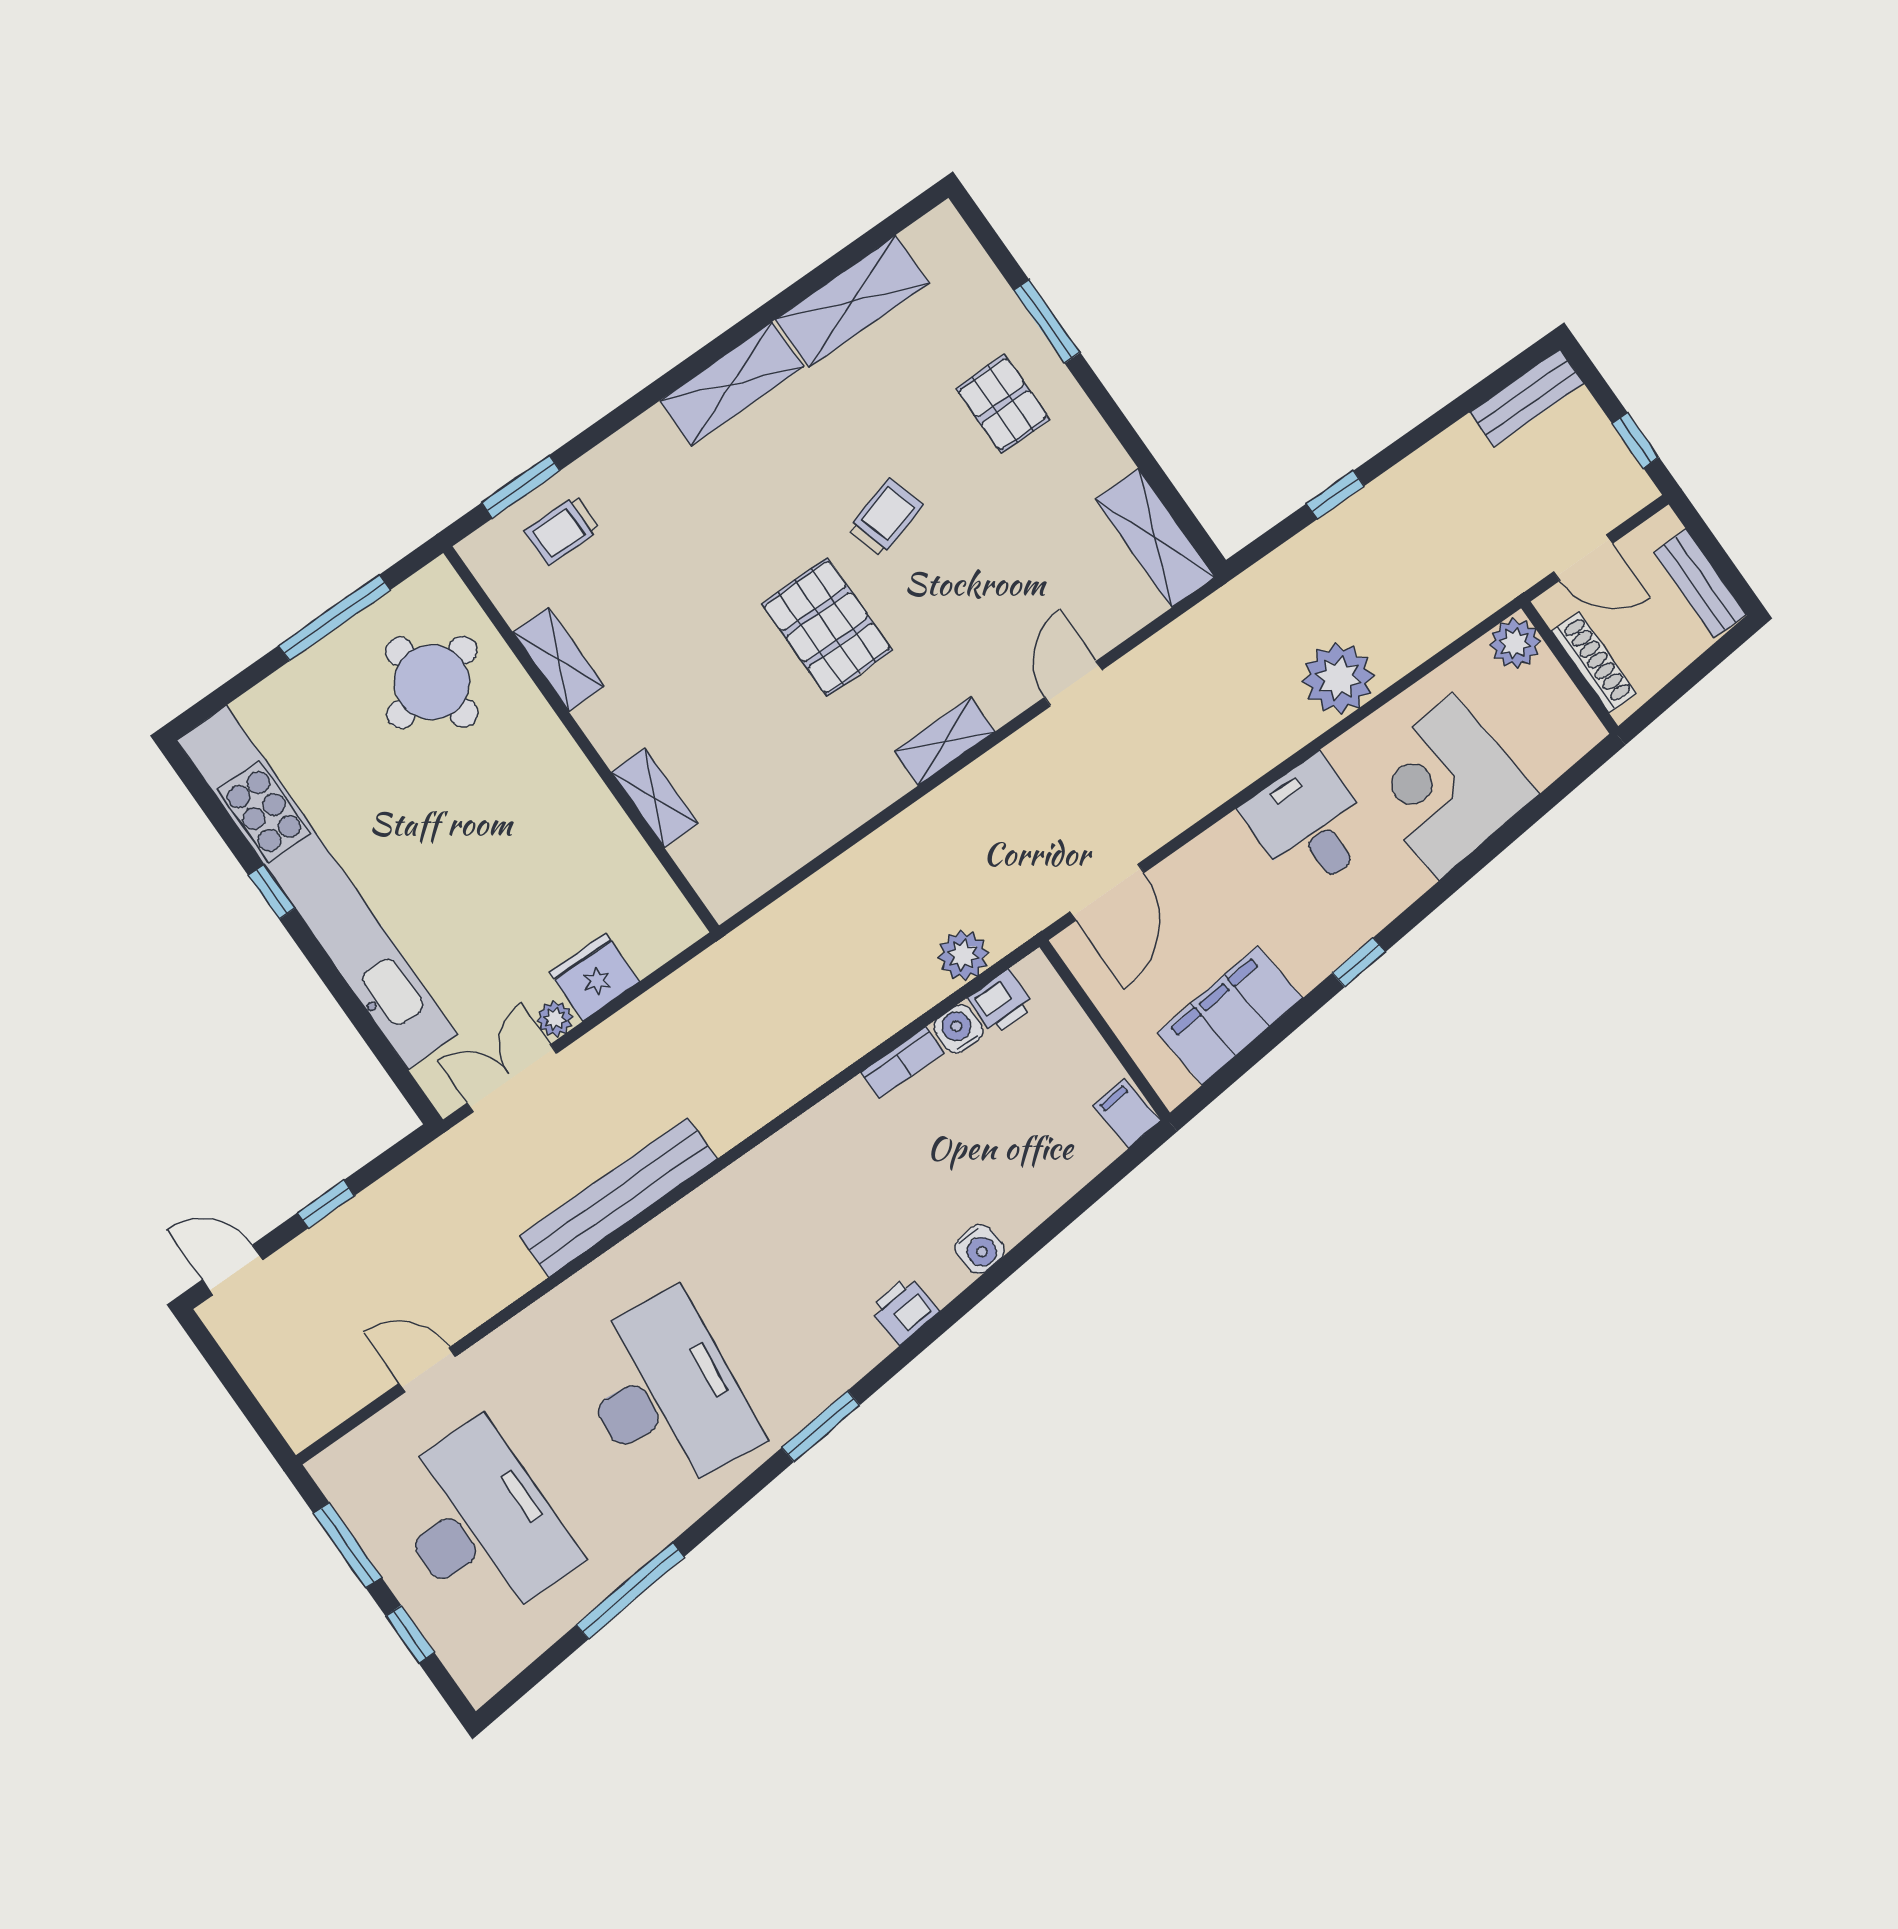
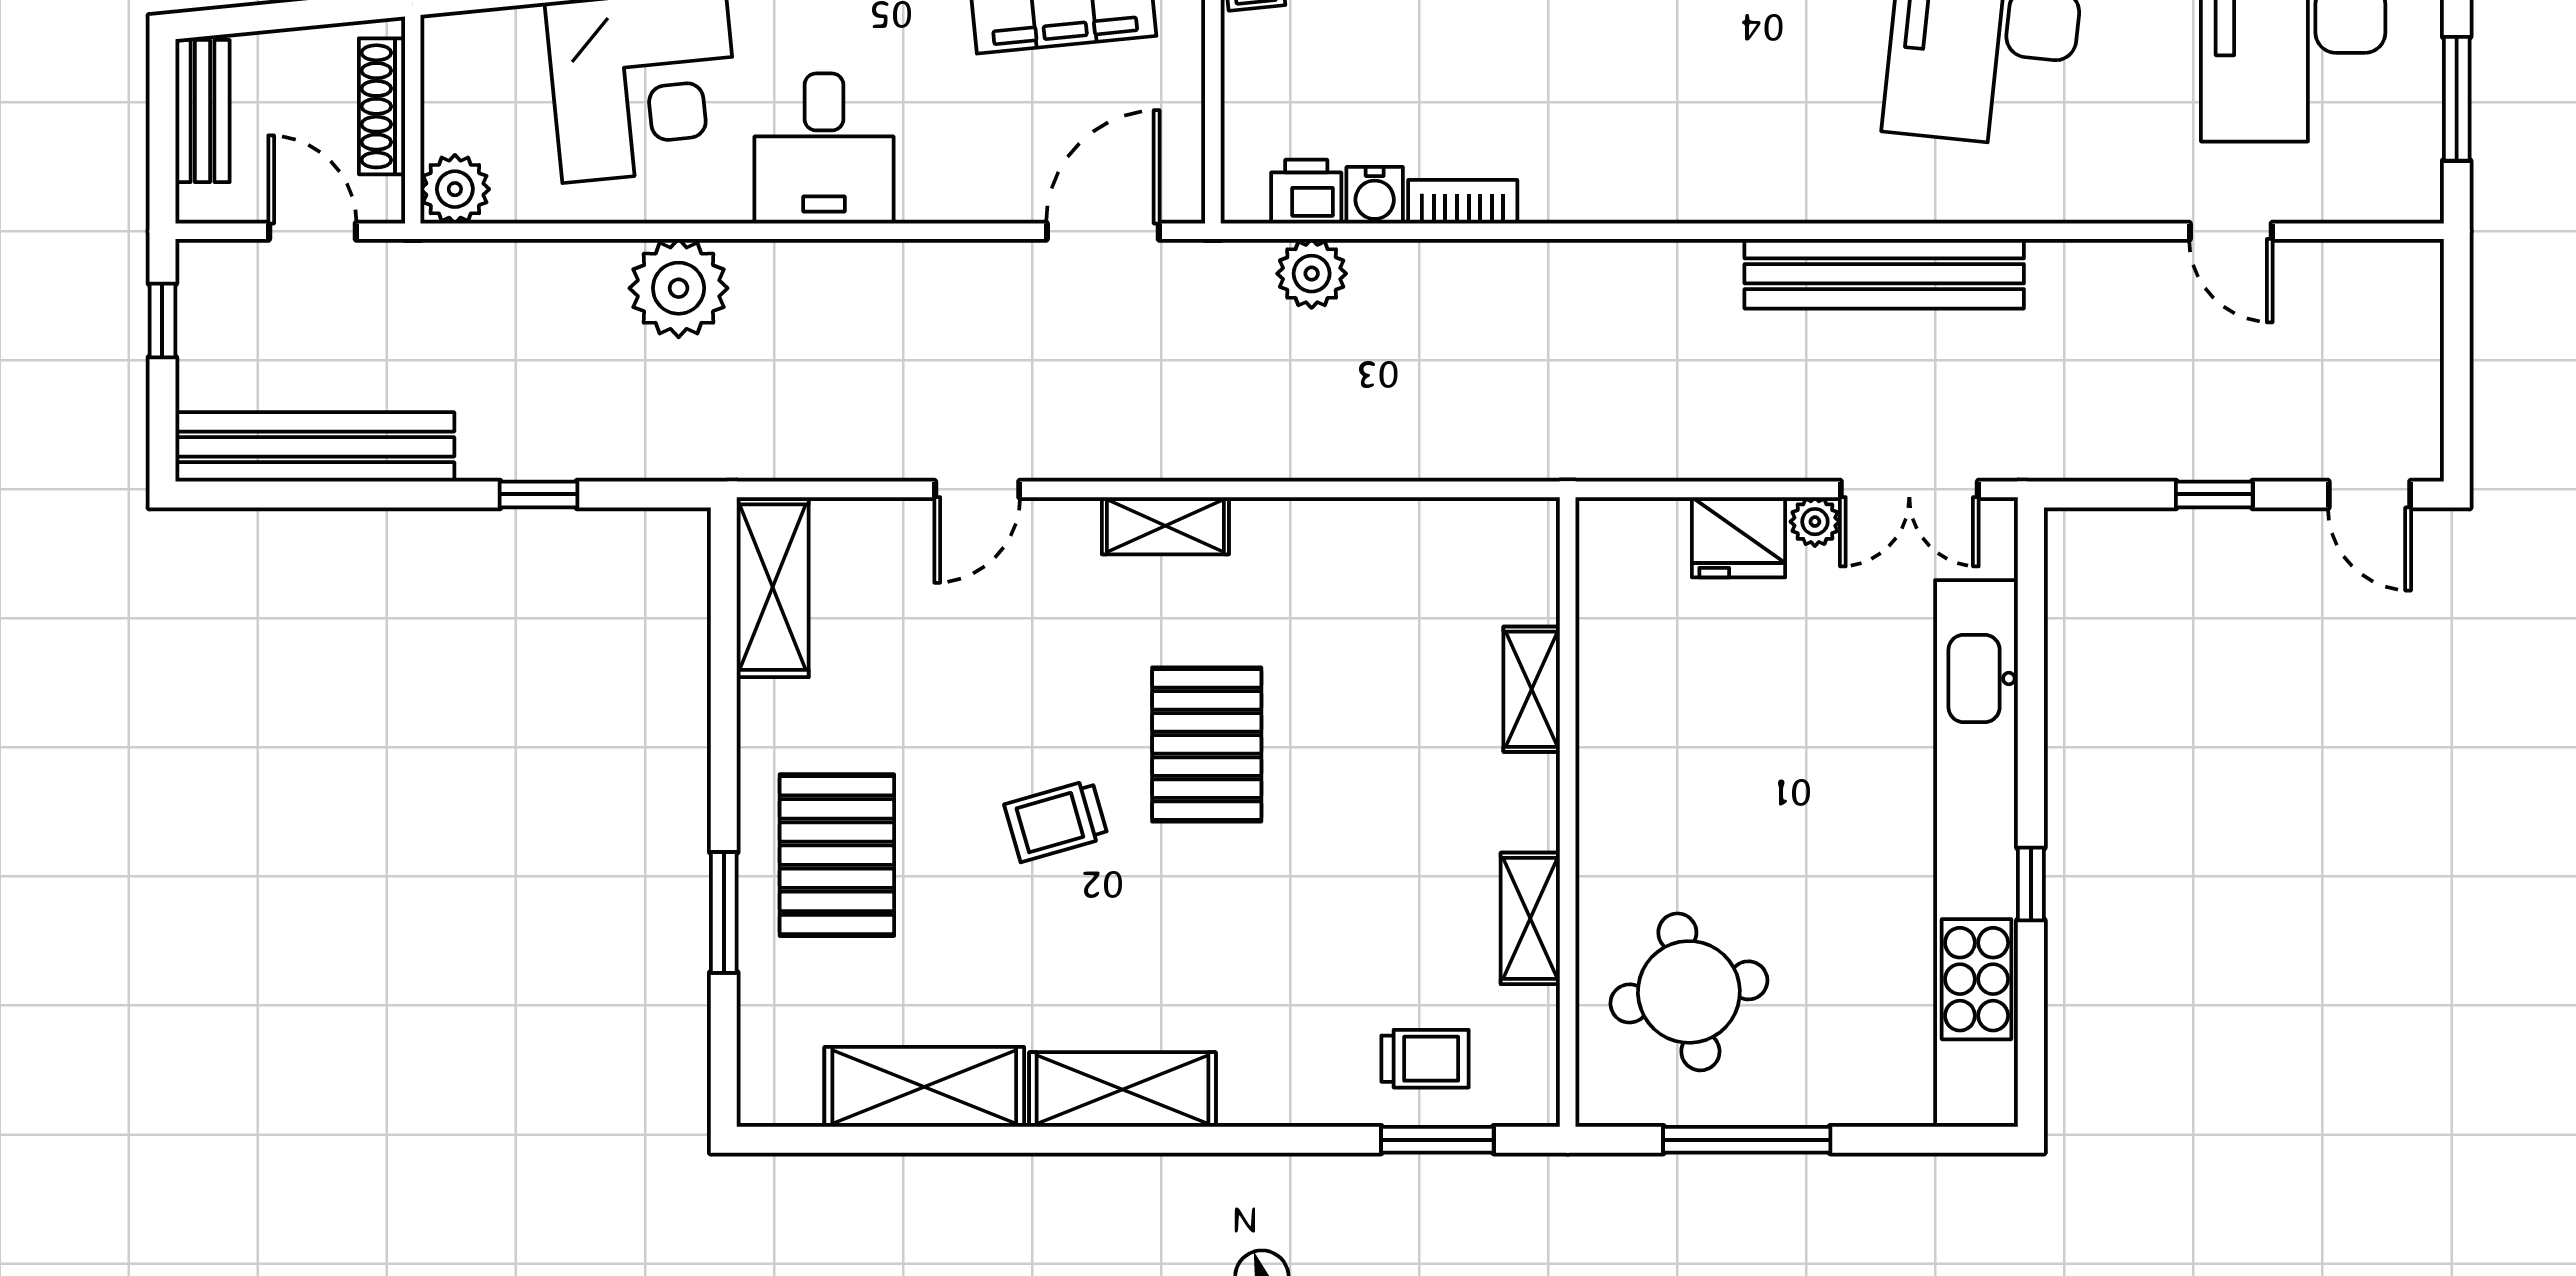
bench: (1527, 398) -> (315, 447), width x1.86, depth x1.21
pallet: (1003, 404) -> (837, 855), width x1.50, depth x1.42

